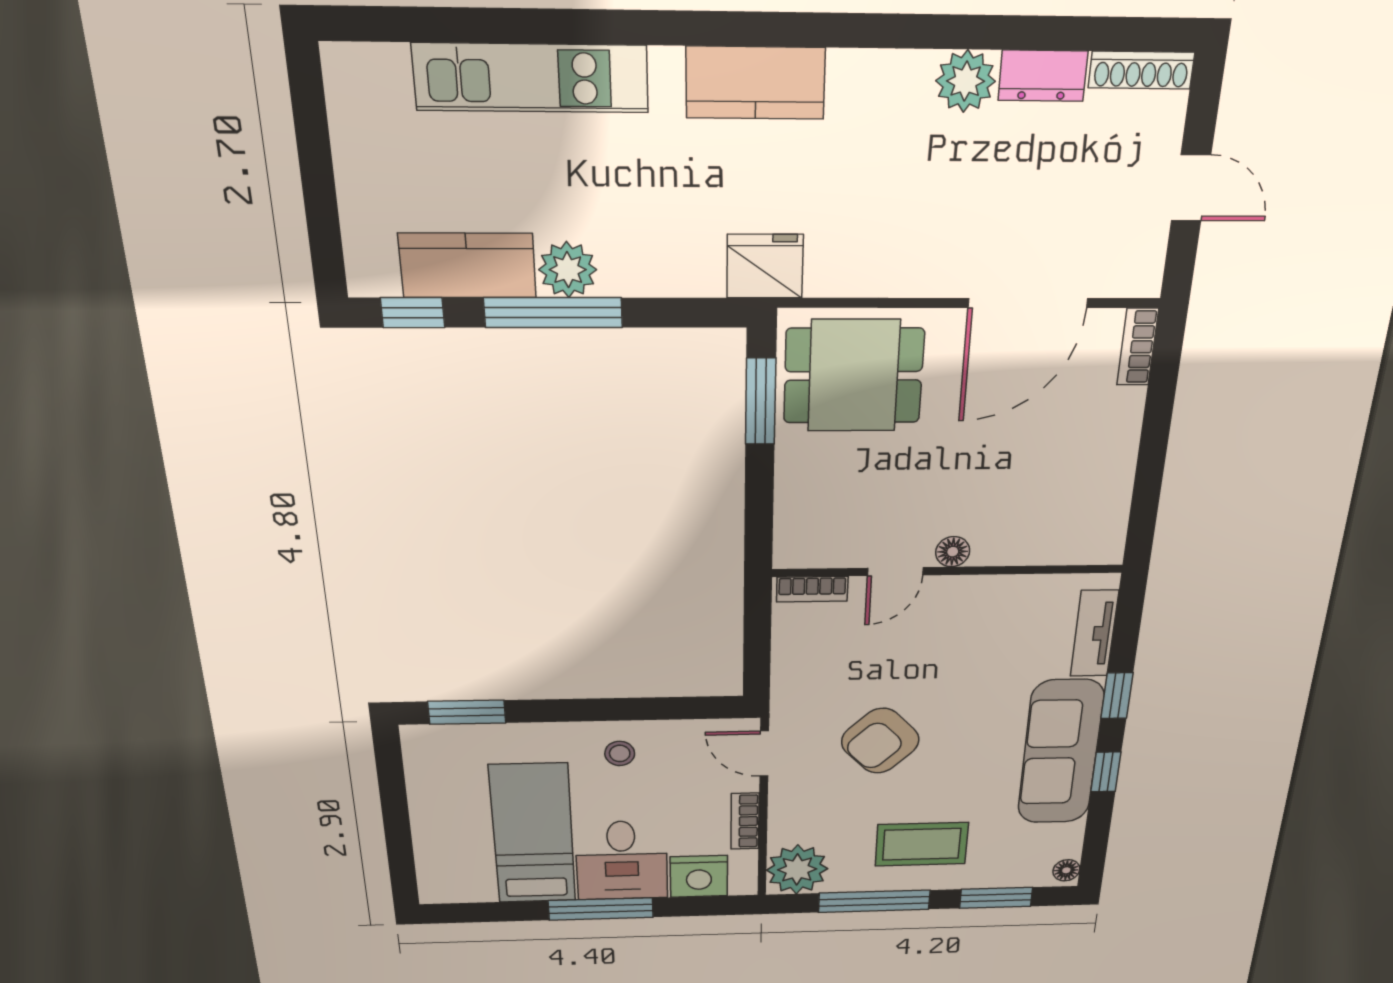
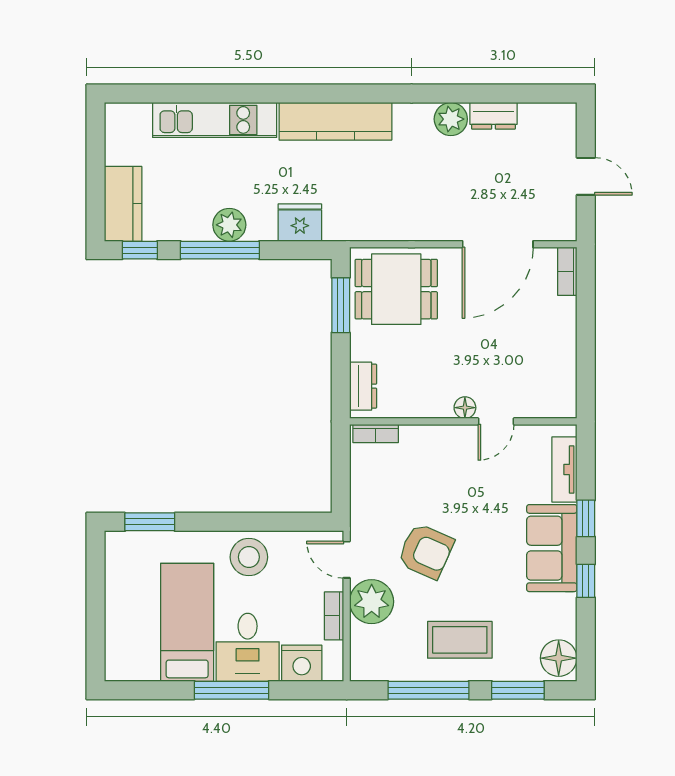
shoe rack: (1141, 70) -> (548, 112), removed
kitchen counter: (756, 83) -> (335, 121), width x1.50
kitchen counter: (468, 266) -> (123, 204), moved, turned 90
fridge: (765, 266) -> (300, 223), moved
dresser: (794, 523) -> (363, 386), added
door: (895, 572) -> (496, 421), moved
armchair: (880, 741) -> (426, 551), turned -112
sofa: (1060, 752) -> (552, 548), width x0.73
stool: (620, 753) -> (249, 557), width x1.89, depth x1.89
plant: (797, 869) -> (372, 602), moved
floor lamp: (1066, 870) -> (559, 658), width x1.89, depth x1.89

